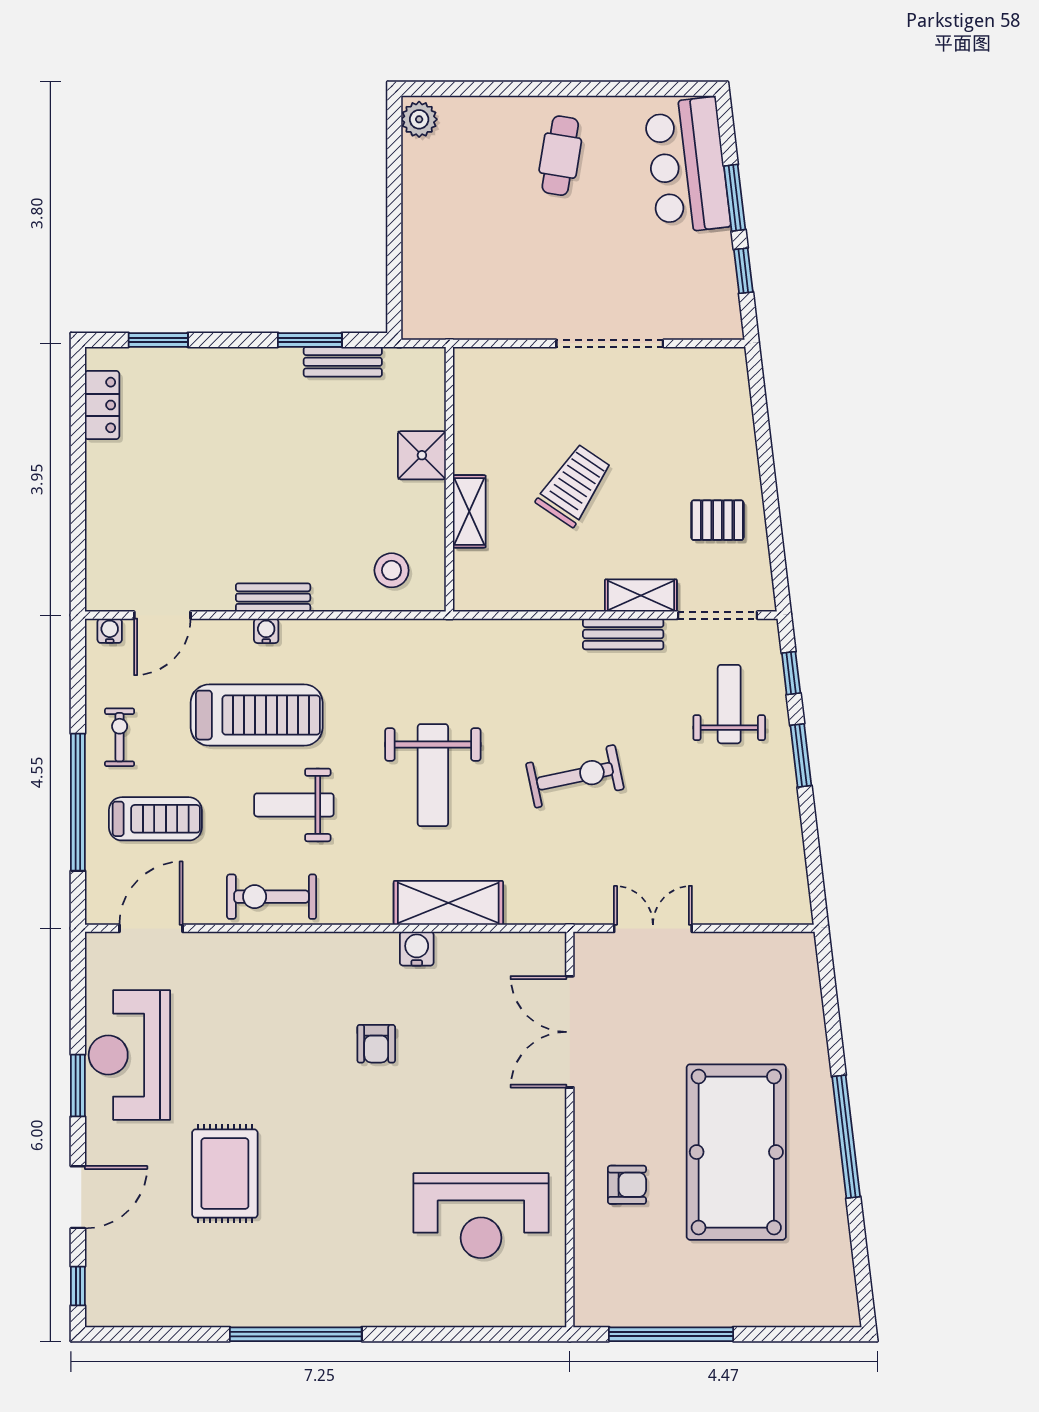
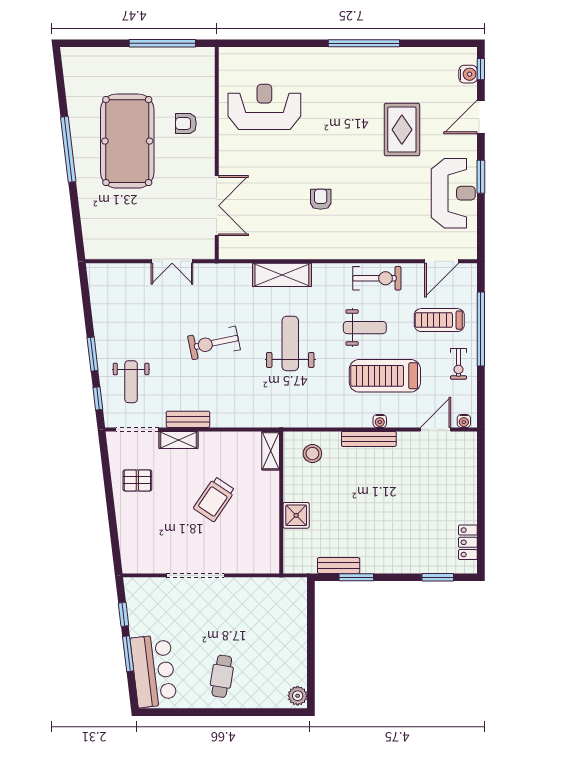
shelving: (469, 511) -> (271, 451), moved
bench: (273, 598) -> (369, 439), width x1.36
water cooler: (417, 949) -> (468, 74), moved, turned -90

